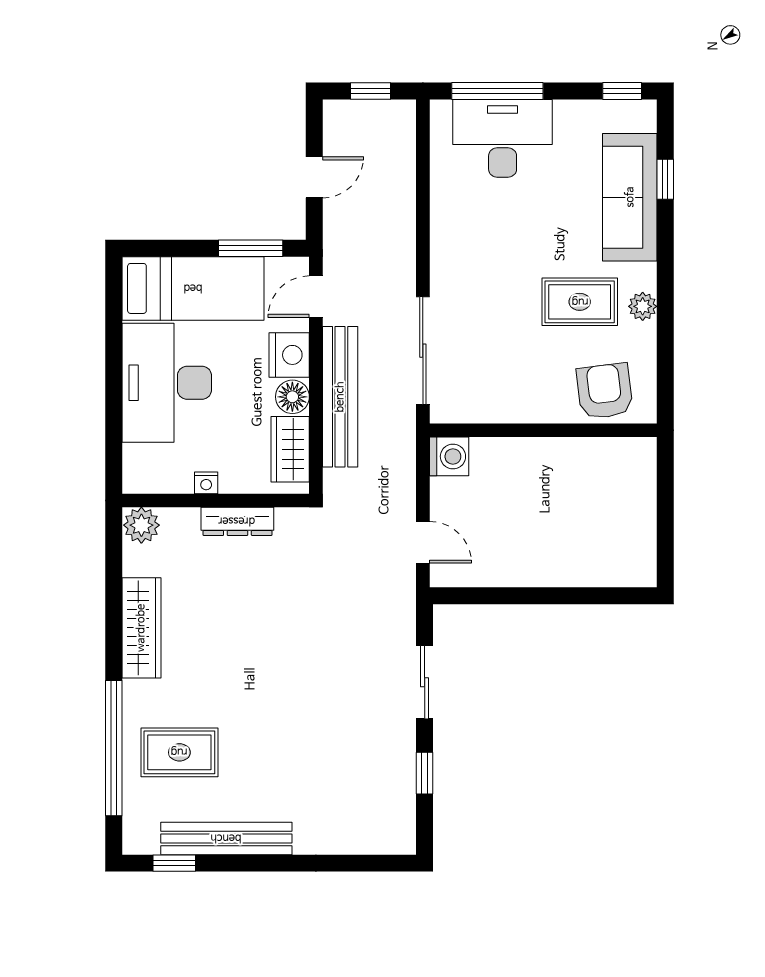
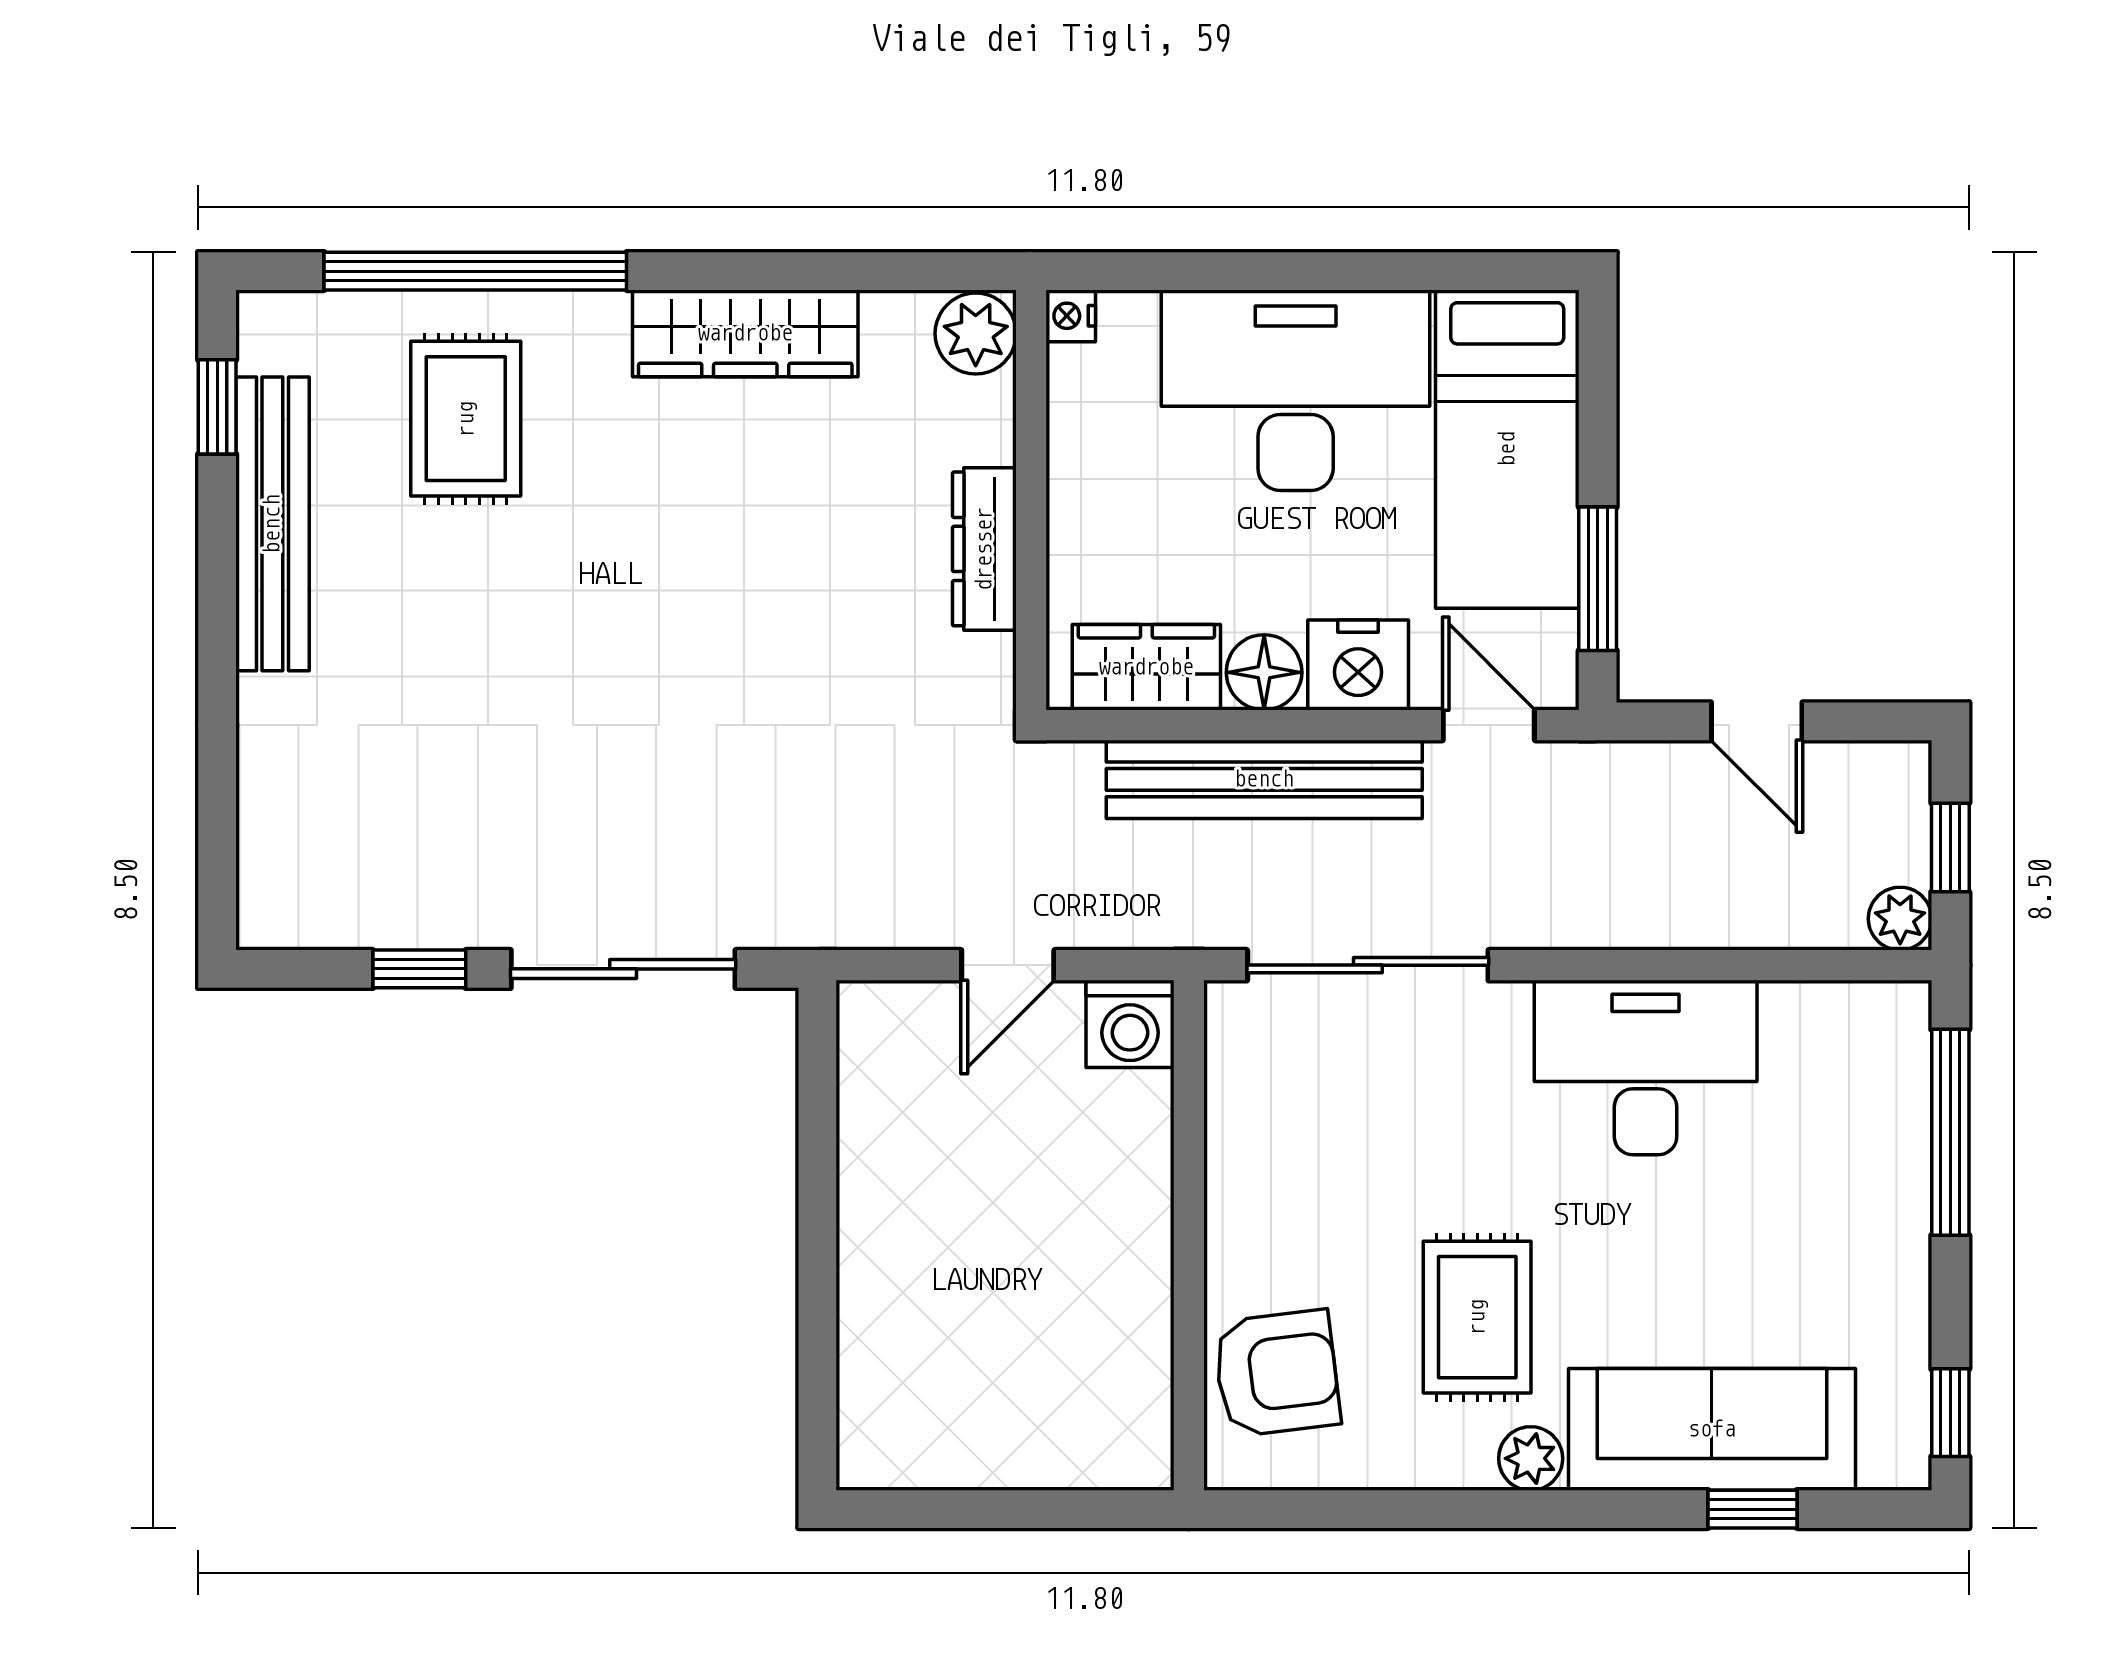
plant: (402, 113) -> (1900, 919), added
desk: (503, 138) -> (1646, 1068), moved, turned -90
plant: (643, 306) -> (1531, 1458), moved
nightstand: (206, 483) -> (1071, 316), moved
door: (423, 542) -> (1008, 965), moved
sliding door: (425, 682) -> (623, 969), width x1.37

